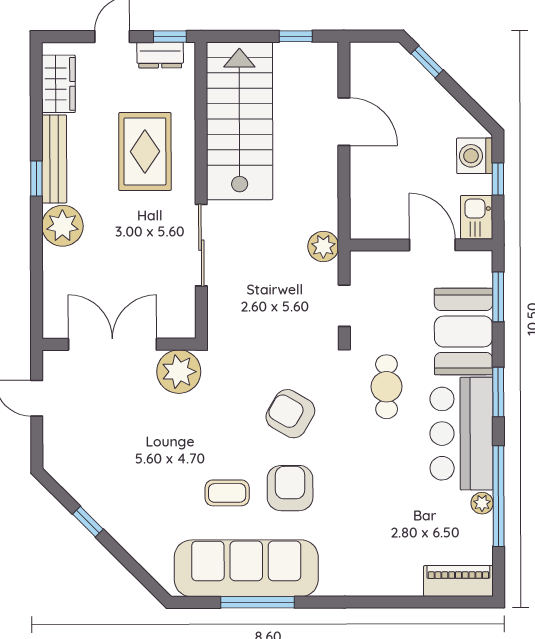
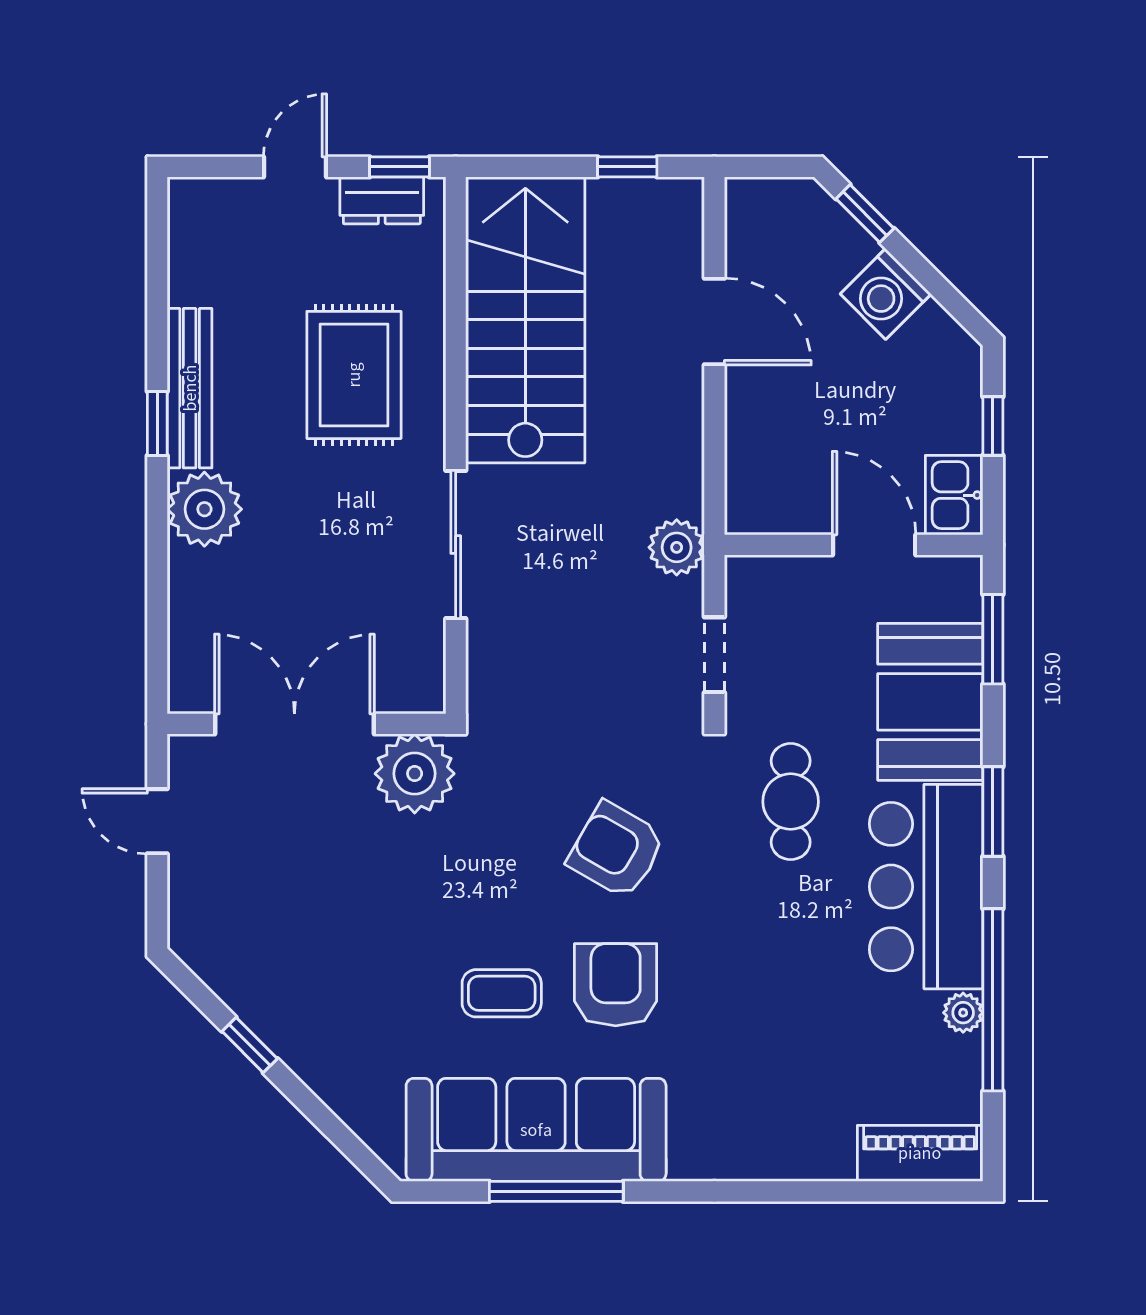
wardrobe: (58, 84) -> (198, 252), removed
washing machine: (475, 156) -> (886, 294), moved, turned -45

